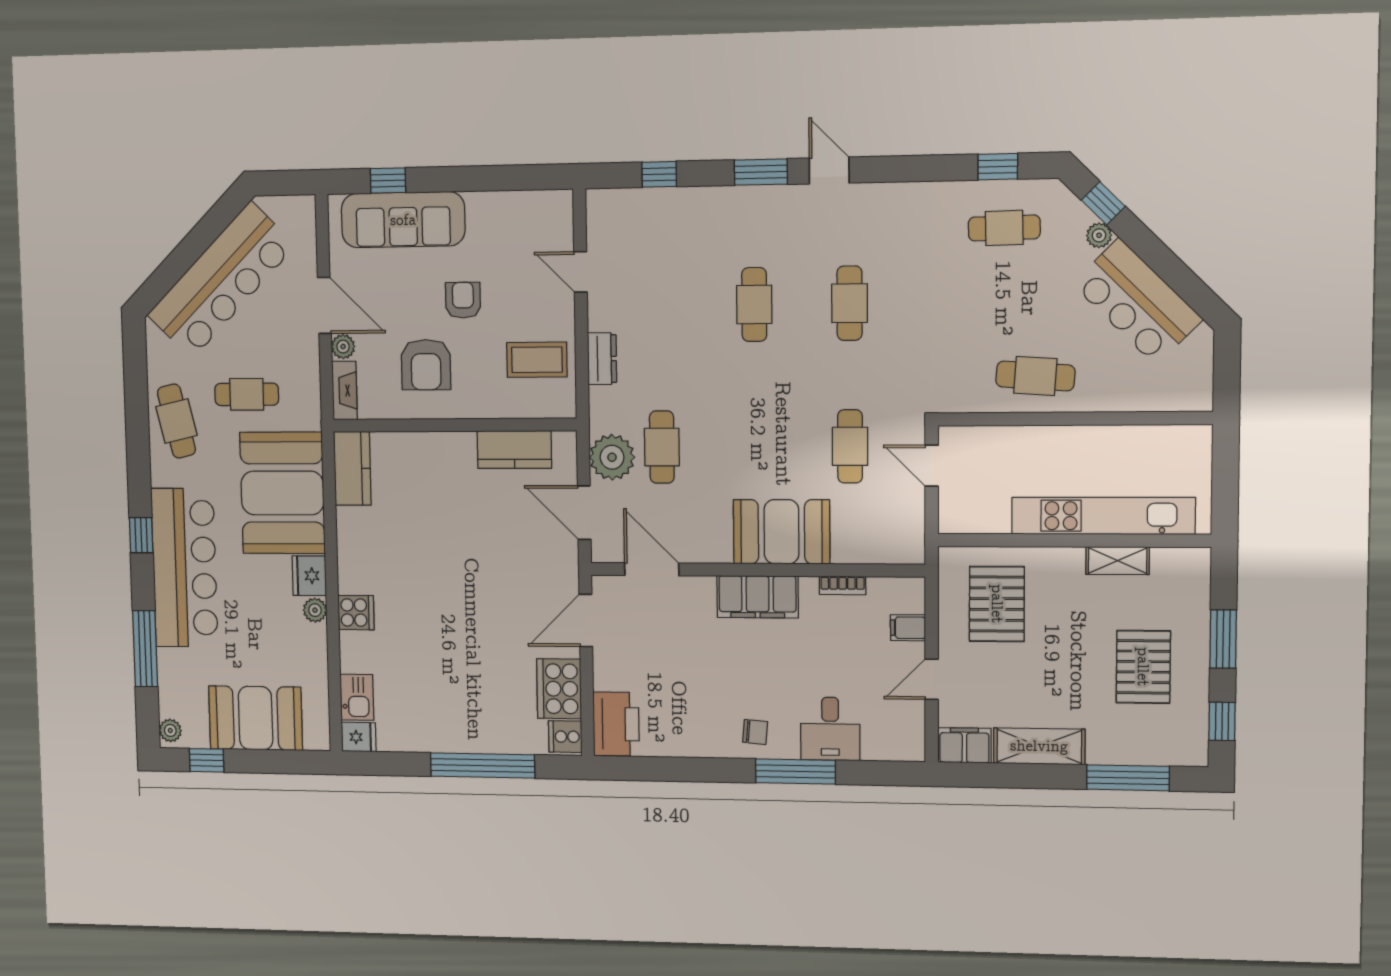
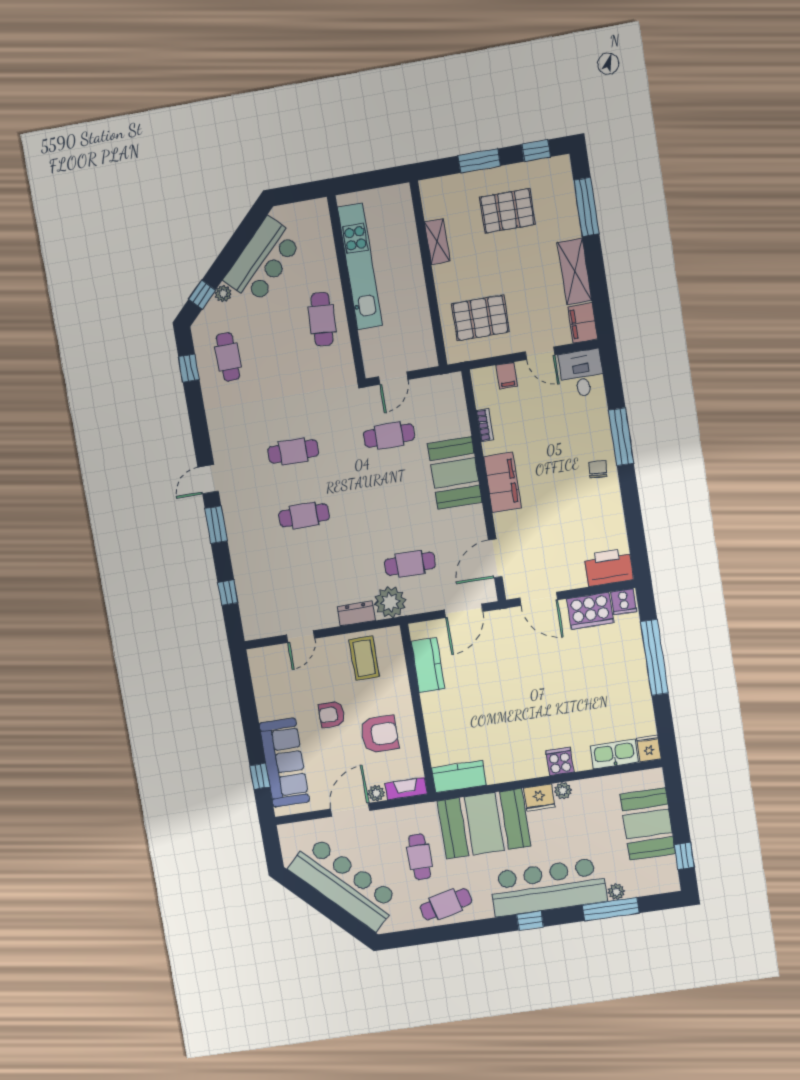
plant: (612, 457) -> (390, 602), moved
kitchen unit: (1103, 516) -> (360, 267), moved, turned 180
kitchen sink: (357, 697) -> (614, 754), width x1.38
desk: (830, 729) -> (582, 374), moved, turned -90
plant: (170, 730) -> (616, 892), moved

